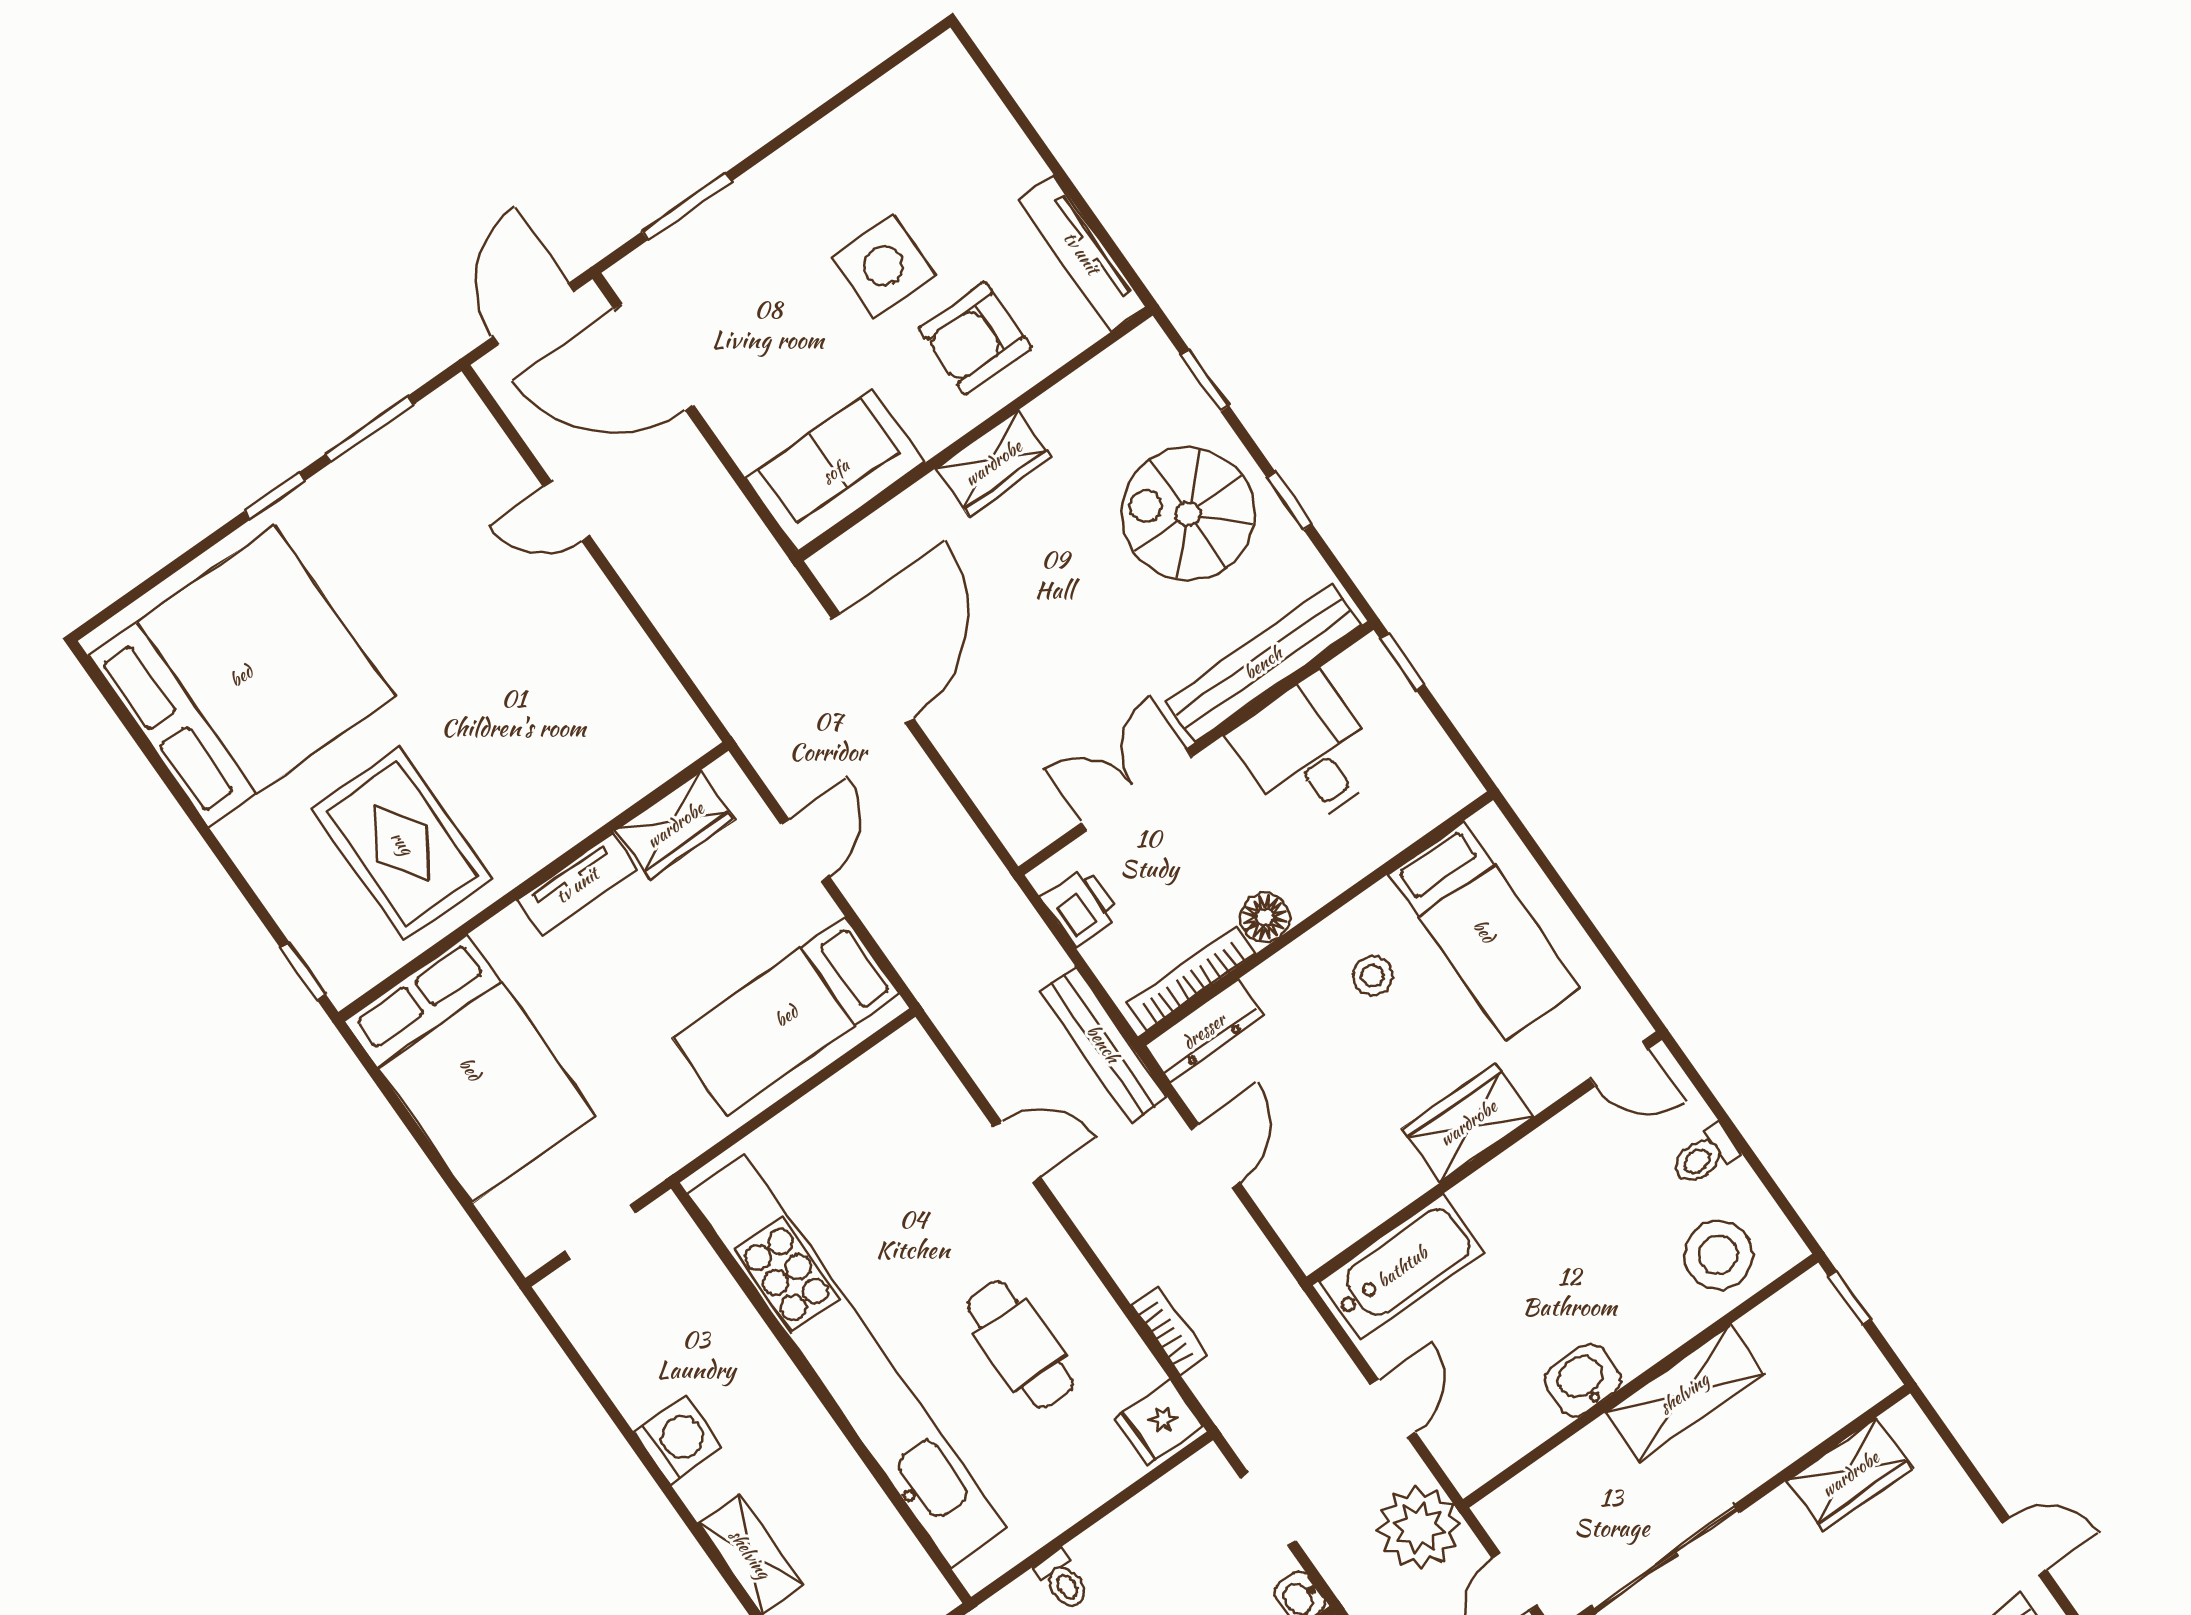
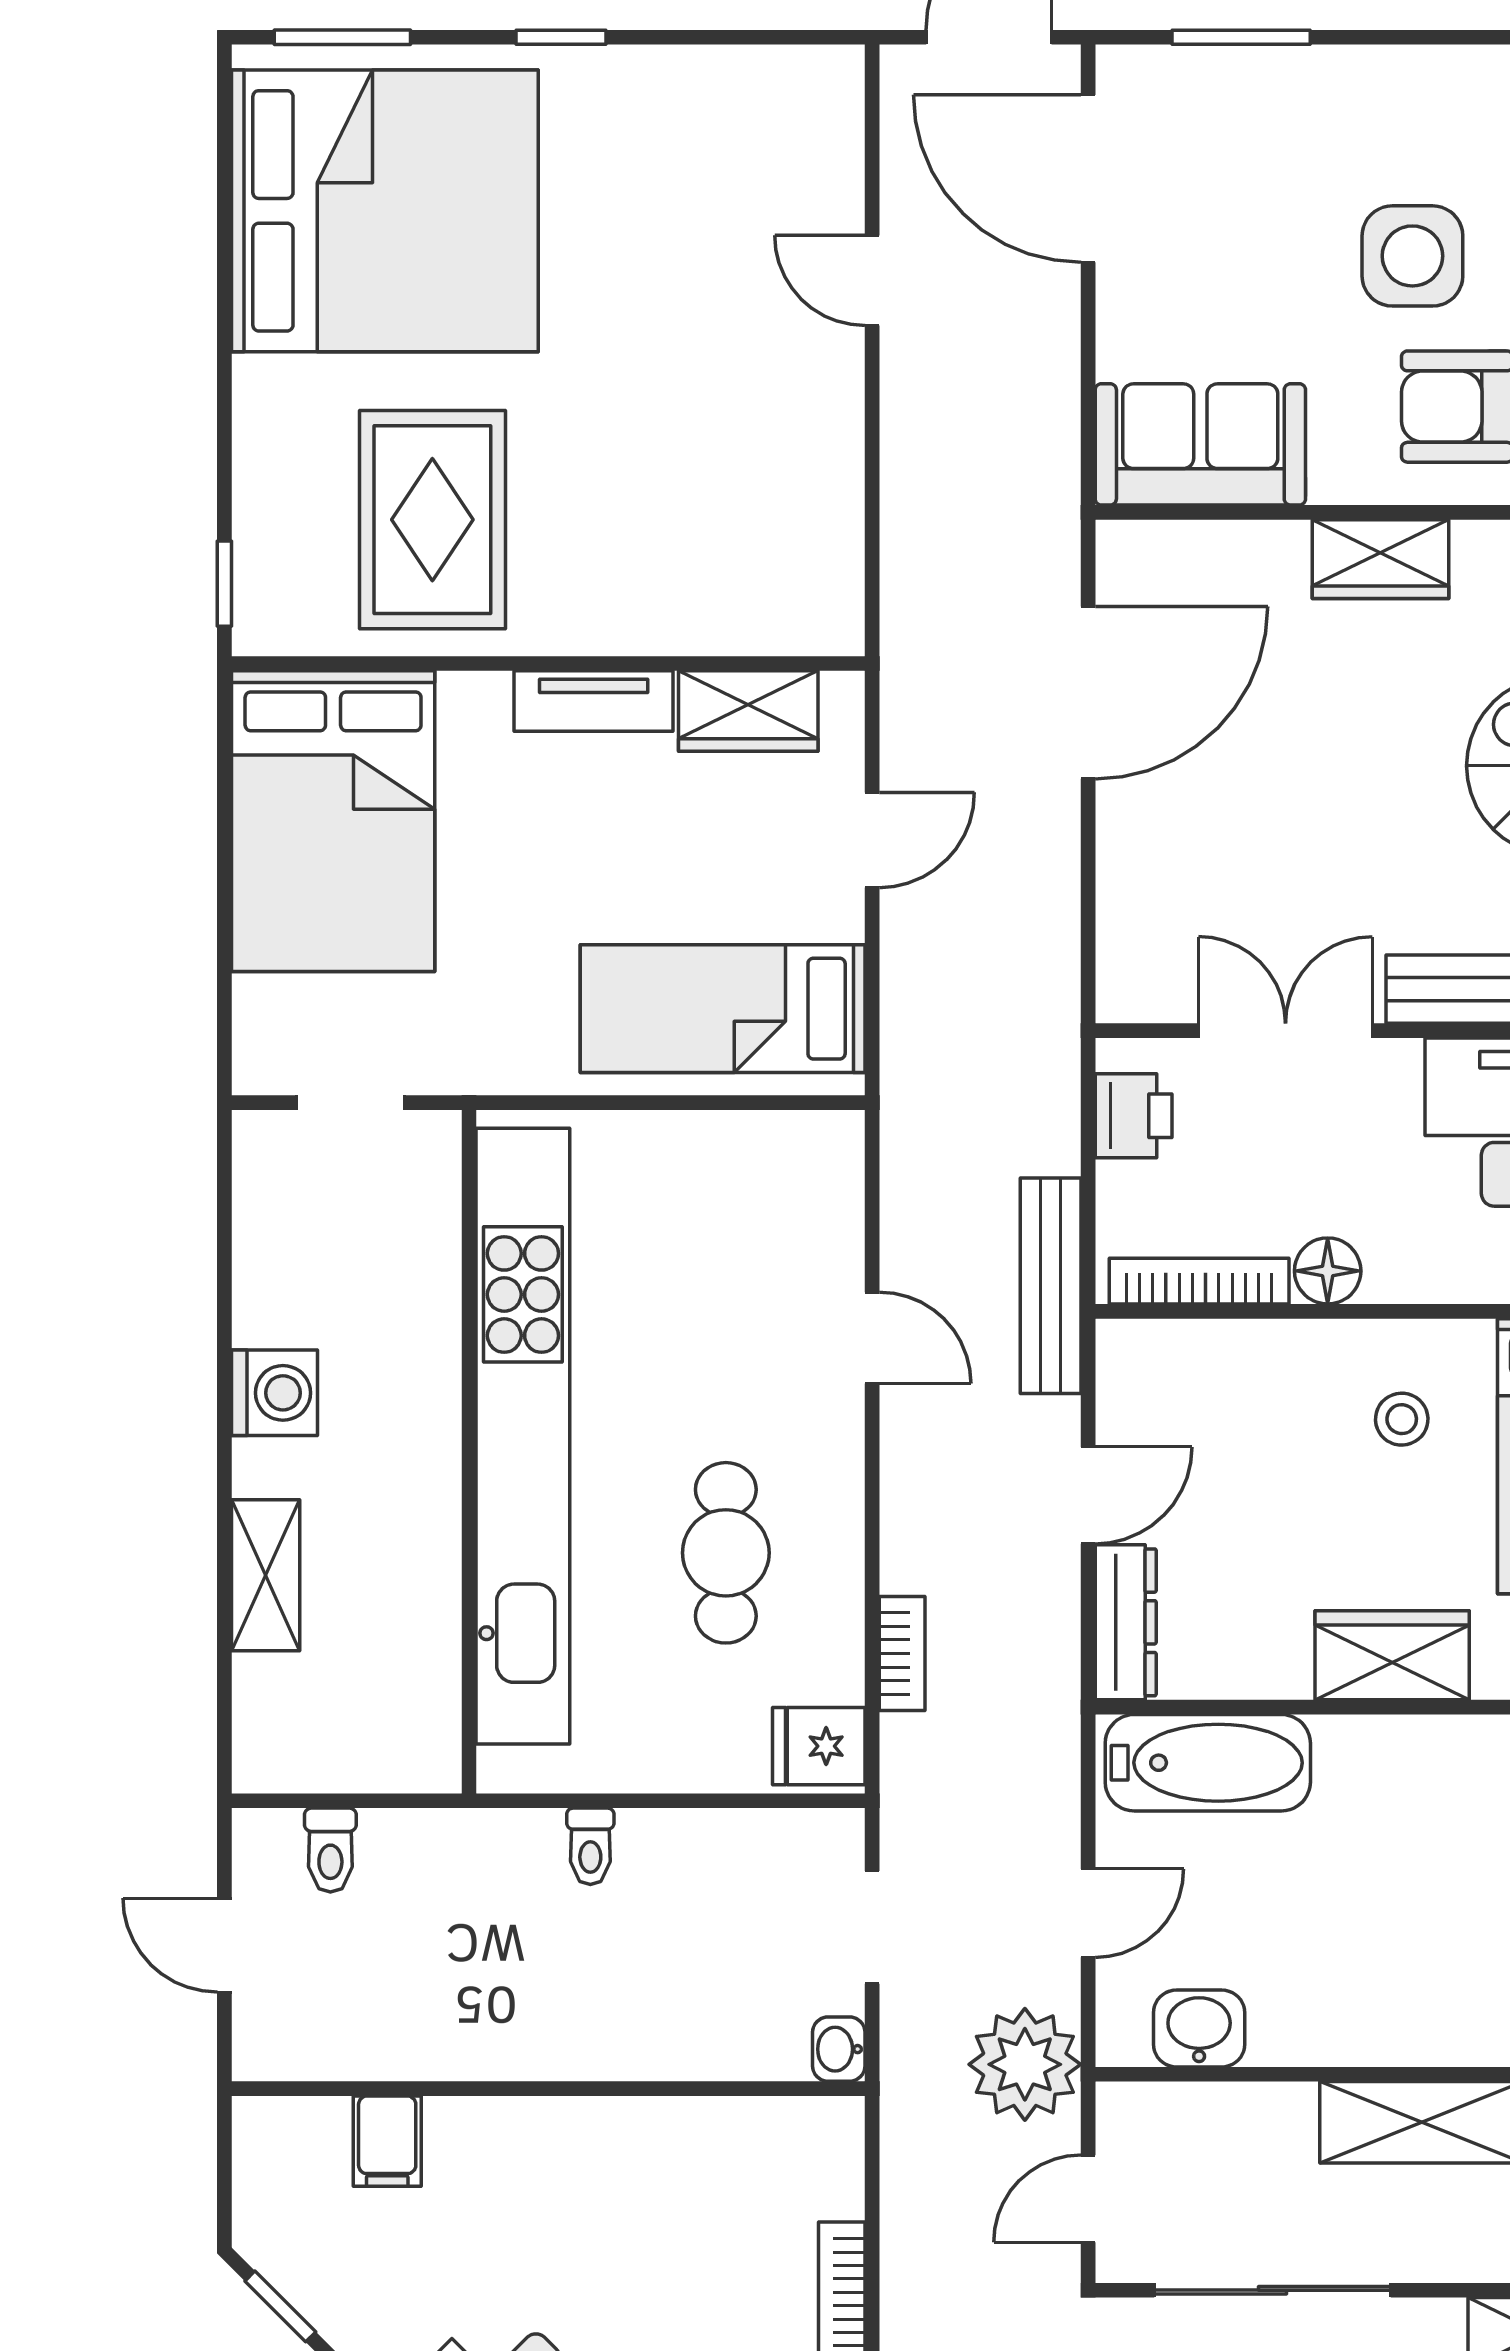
window: (369, 429) -> (342, 37), moved
dresser: (1204, 1031) -> (1126, 1622), moved, turned -90
washbasin: (1583, 1380) -> (1199, 2029), moved

